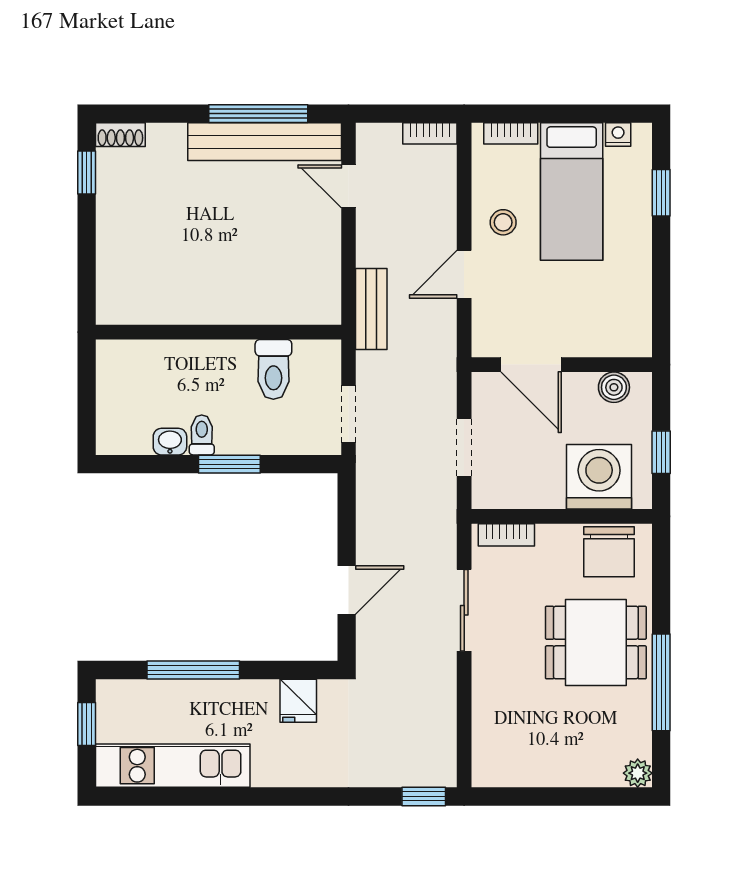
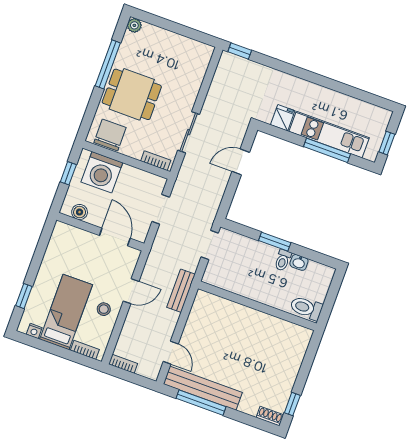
toilet: (273, 369) -> (306, 308), moved, turned -90
kitchen unit: (173, 766) -> (329, 135), moved, turned 180

